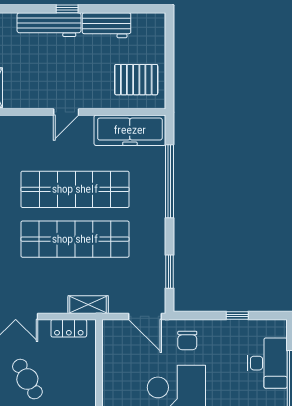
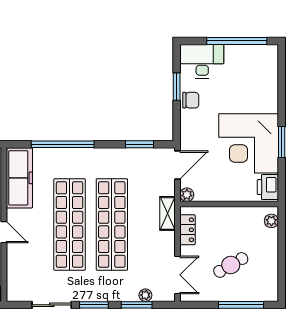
window: (237, 315) -> (177, 87), width x1.50
plant: (110, 327) -> (187, 195), added
chair: (187, 341) -> (191, 100), moved
desk: (267, 363) -> (202, 61), moved

